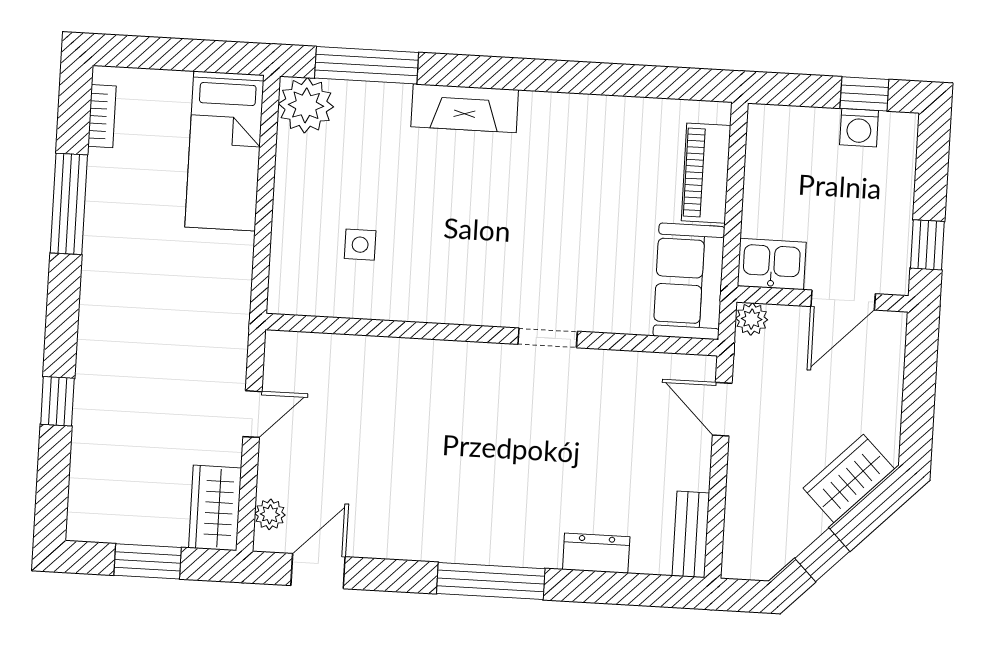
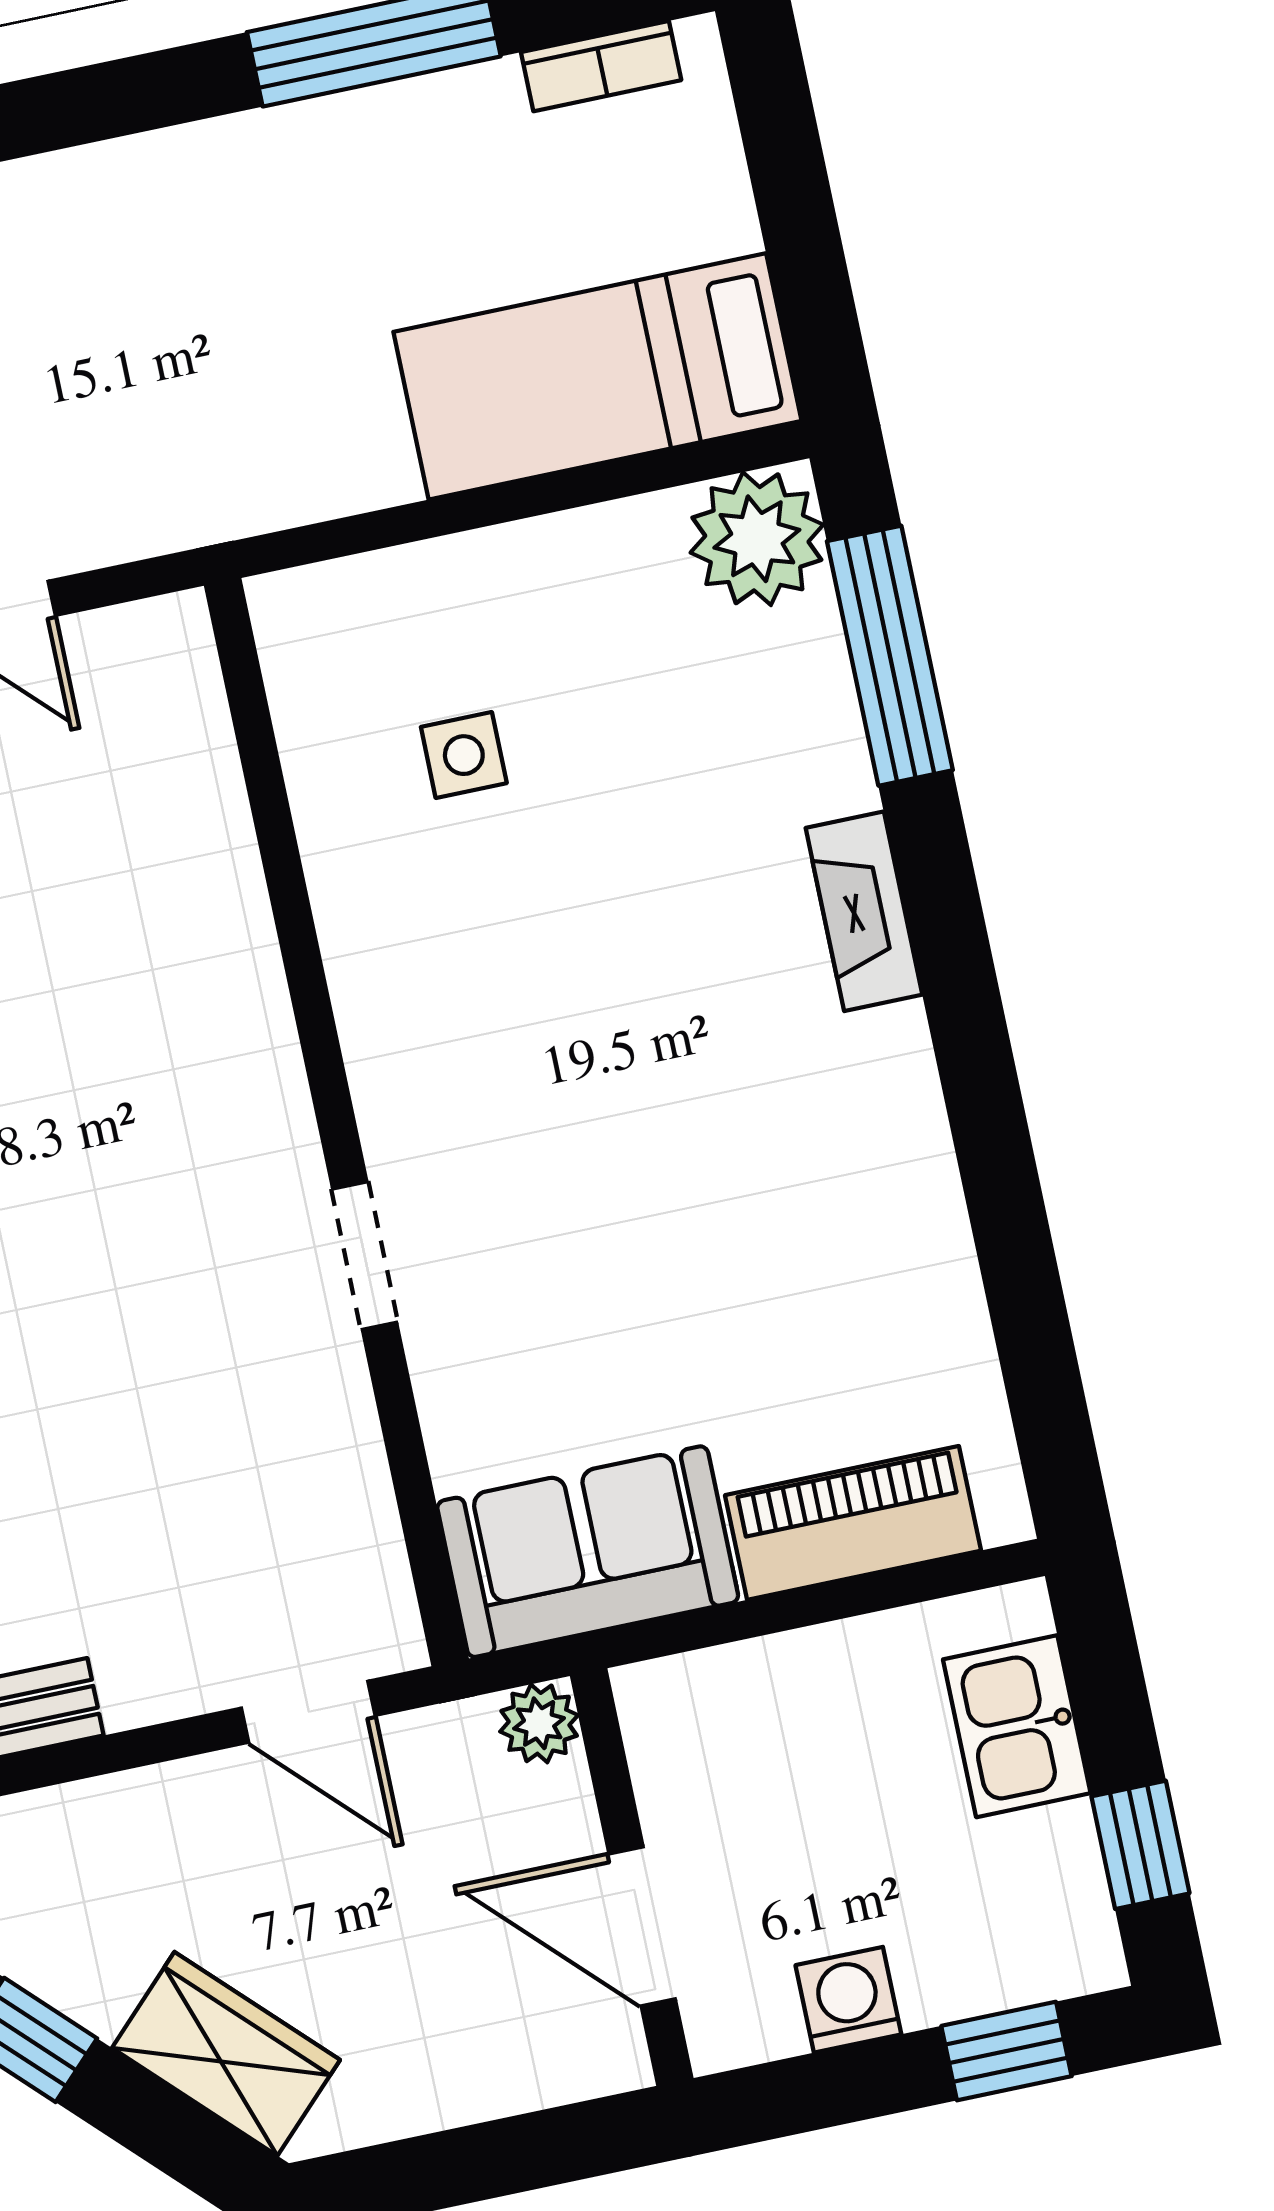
fireplace: (465, 108) -> (864, 911), width x0.73, depth x0.76
washing machine: (859, 128) -> (848, 2000), moved, turned 90
window: (927, 245) -> (1006, 2051), moved
kitchen sink: (772, 264) -> (1017, 1726), moved, turned 180
door: (722, 409) -> (308, 1712), swing flipped

